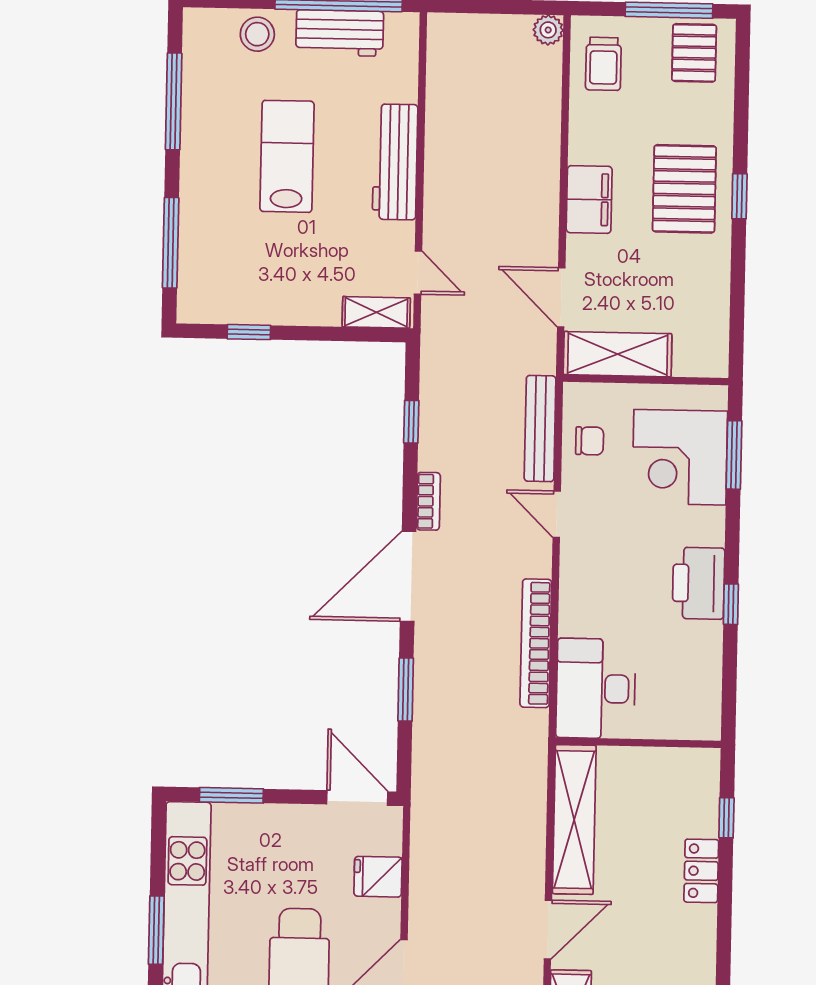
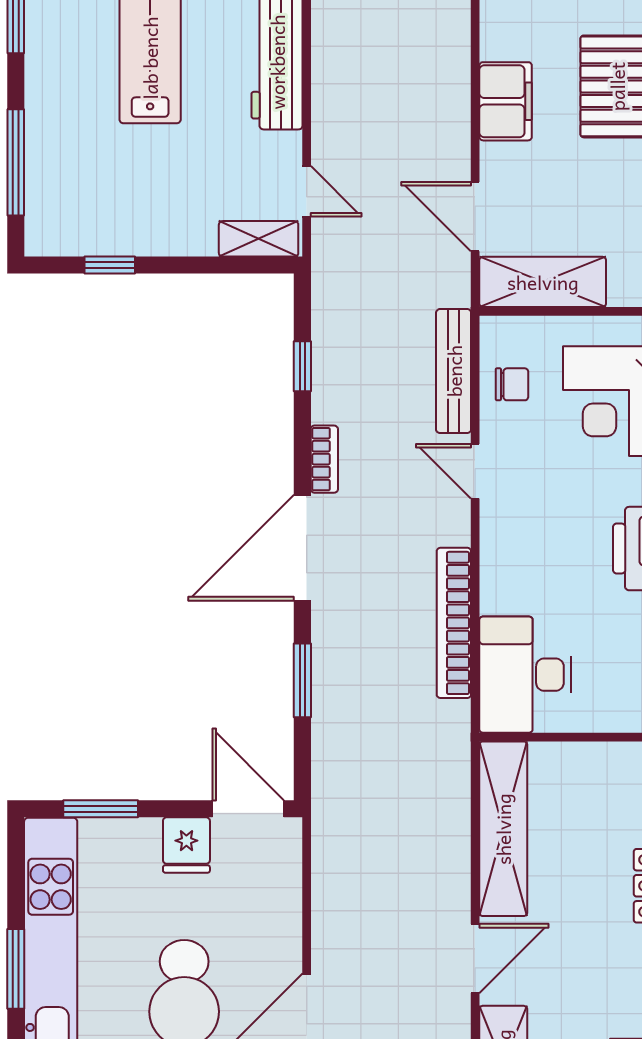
fridge: (378, 877) -> (186, 845), moved, turned -90

